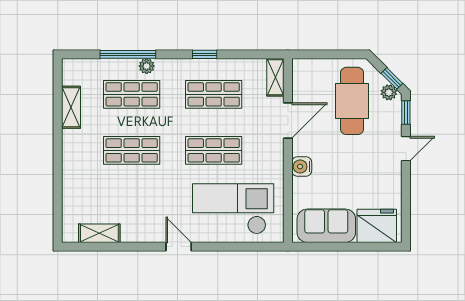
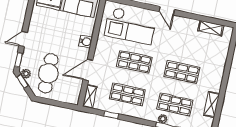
window: (205, 54) -> (111, 115), moved

